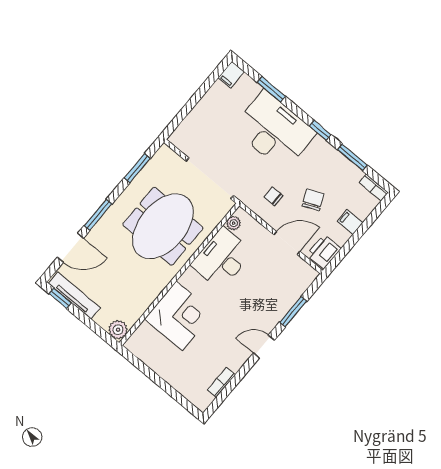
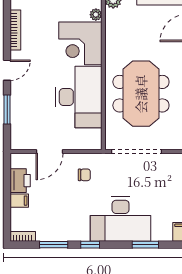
chair: (313, 200) -> (56, 195), removed
plant: (234, 223) -> (96, 15), moved
printer: (324, 252) -> (20, 181), moved
desk: (222, 258) -> (79, 97), width x1.36, depth x1.30
bookcase: (221, 382) -> (15, 30), width x1.56

